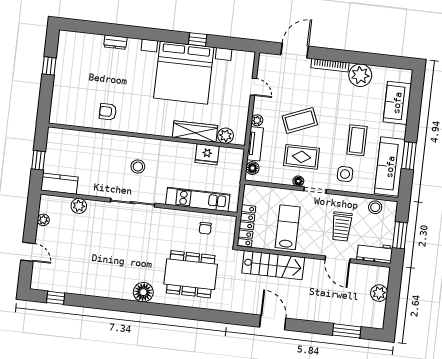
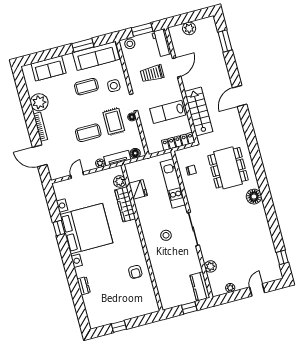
coffee table: (300, 120) -> (88, 133), turned -68
stool: (375, 207) -> (130, 44), moved
trolley: (342, 226) -> (152, 74), turned 180

